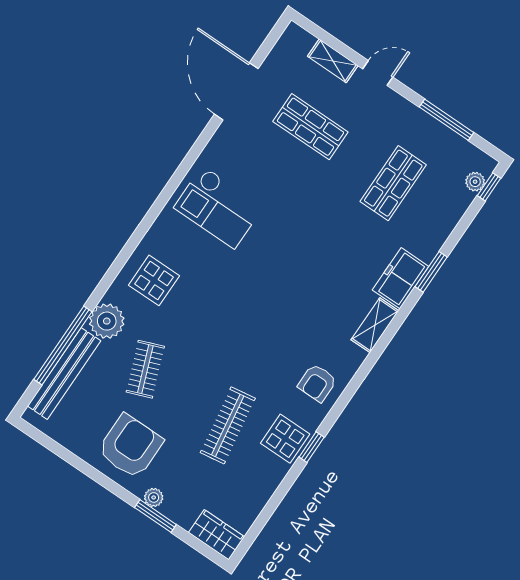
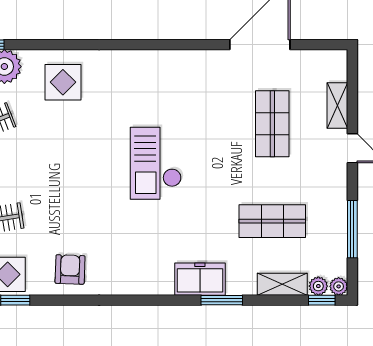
plant: (487, 165) -> (339, 286), added
checkout: (218, 207) -> (156, 163), moved
shelving: (375, 325) -> (282, 284), moved
armchair: (317, 383) -> (70, 269), turned 92

